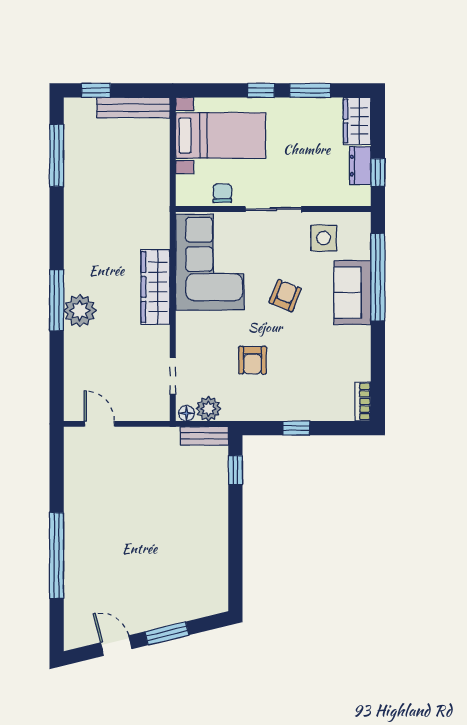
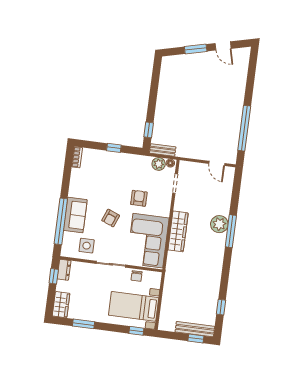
window: (261, 90) -> (136, 331), moved
bench: (133, 108) -> (195, 329), moved
window: (57, 155) -> (221, 307), width x0.46
dresser: (360, 165) -> (64, 270), moved
armchair: (252, 360) -> (139, 198), moved
window: (57, 555) -> (244, 128), moved

